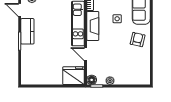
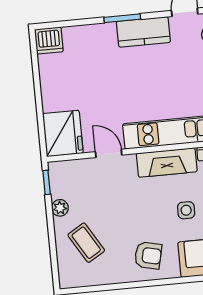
door: (86, 54) -> (109, 153), hinge flipped
coffee table: (128, 69) -> (86, 243), added
dishwasher: (27, 78) -> (49, 40), added
floor lamp: (92, 80) -> (58, 171), removed

